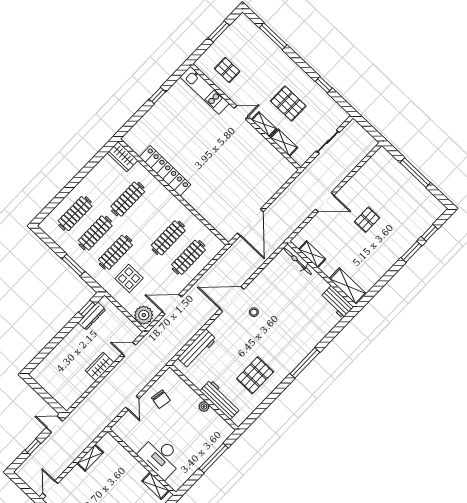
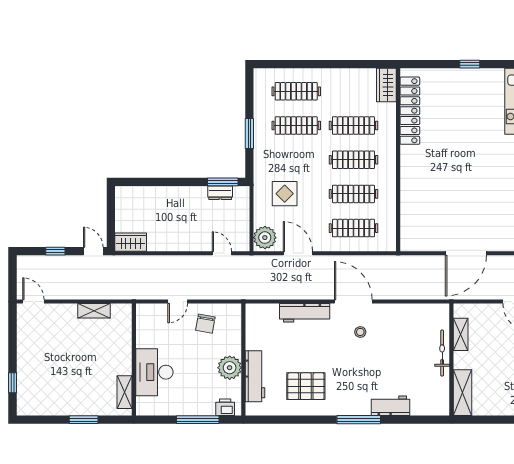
locker: (165, 171) -> (410, 111), moved
door: (250, 222) -> (466, 253), moved
clothes rail: (115, 252) -> (353, 160), moved
bicycle: (298, 261) -> (442, 353), moved
workbench: (337, 302) -> (390, 406), moved, turned 90
window: (87, 308) -> (223, 182), width x1.50
dresser: (92, 316) -> (220, 193), width x0.70
workbench: (197, 349) -> (305, 313), moved
wardrobe: (100, 367) -> (131, 242), moved
plant: (204, 407) -> (230, 368), width x1.88, depth x1.88
printer: (222, 435) -> (225, 407), added
door: (50, 488) -> (33, 302), hinge flipped

